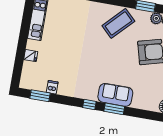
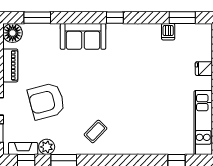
coffee table: (118, 23) -> (96, 131), width x0.54, depth x0.58
window: (114, 109) -> (37, 18), moved

